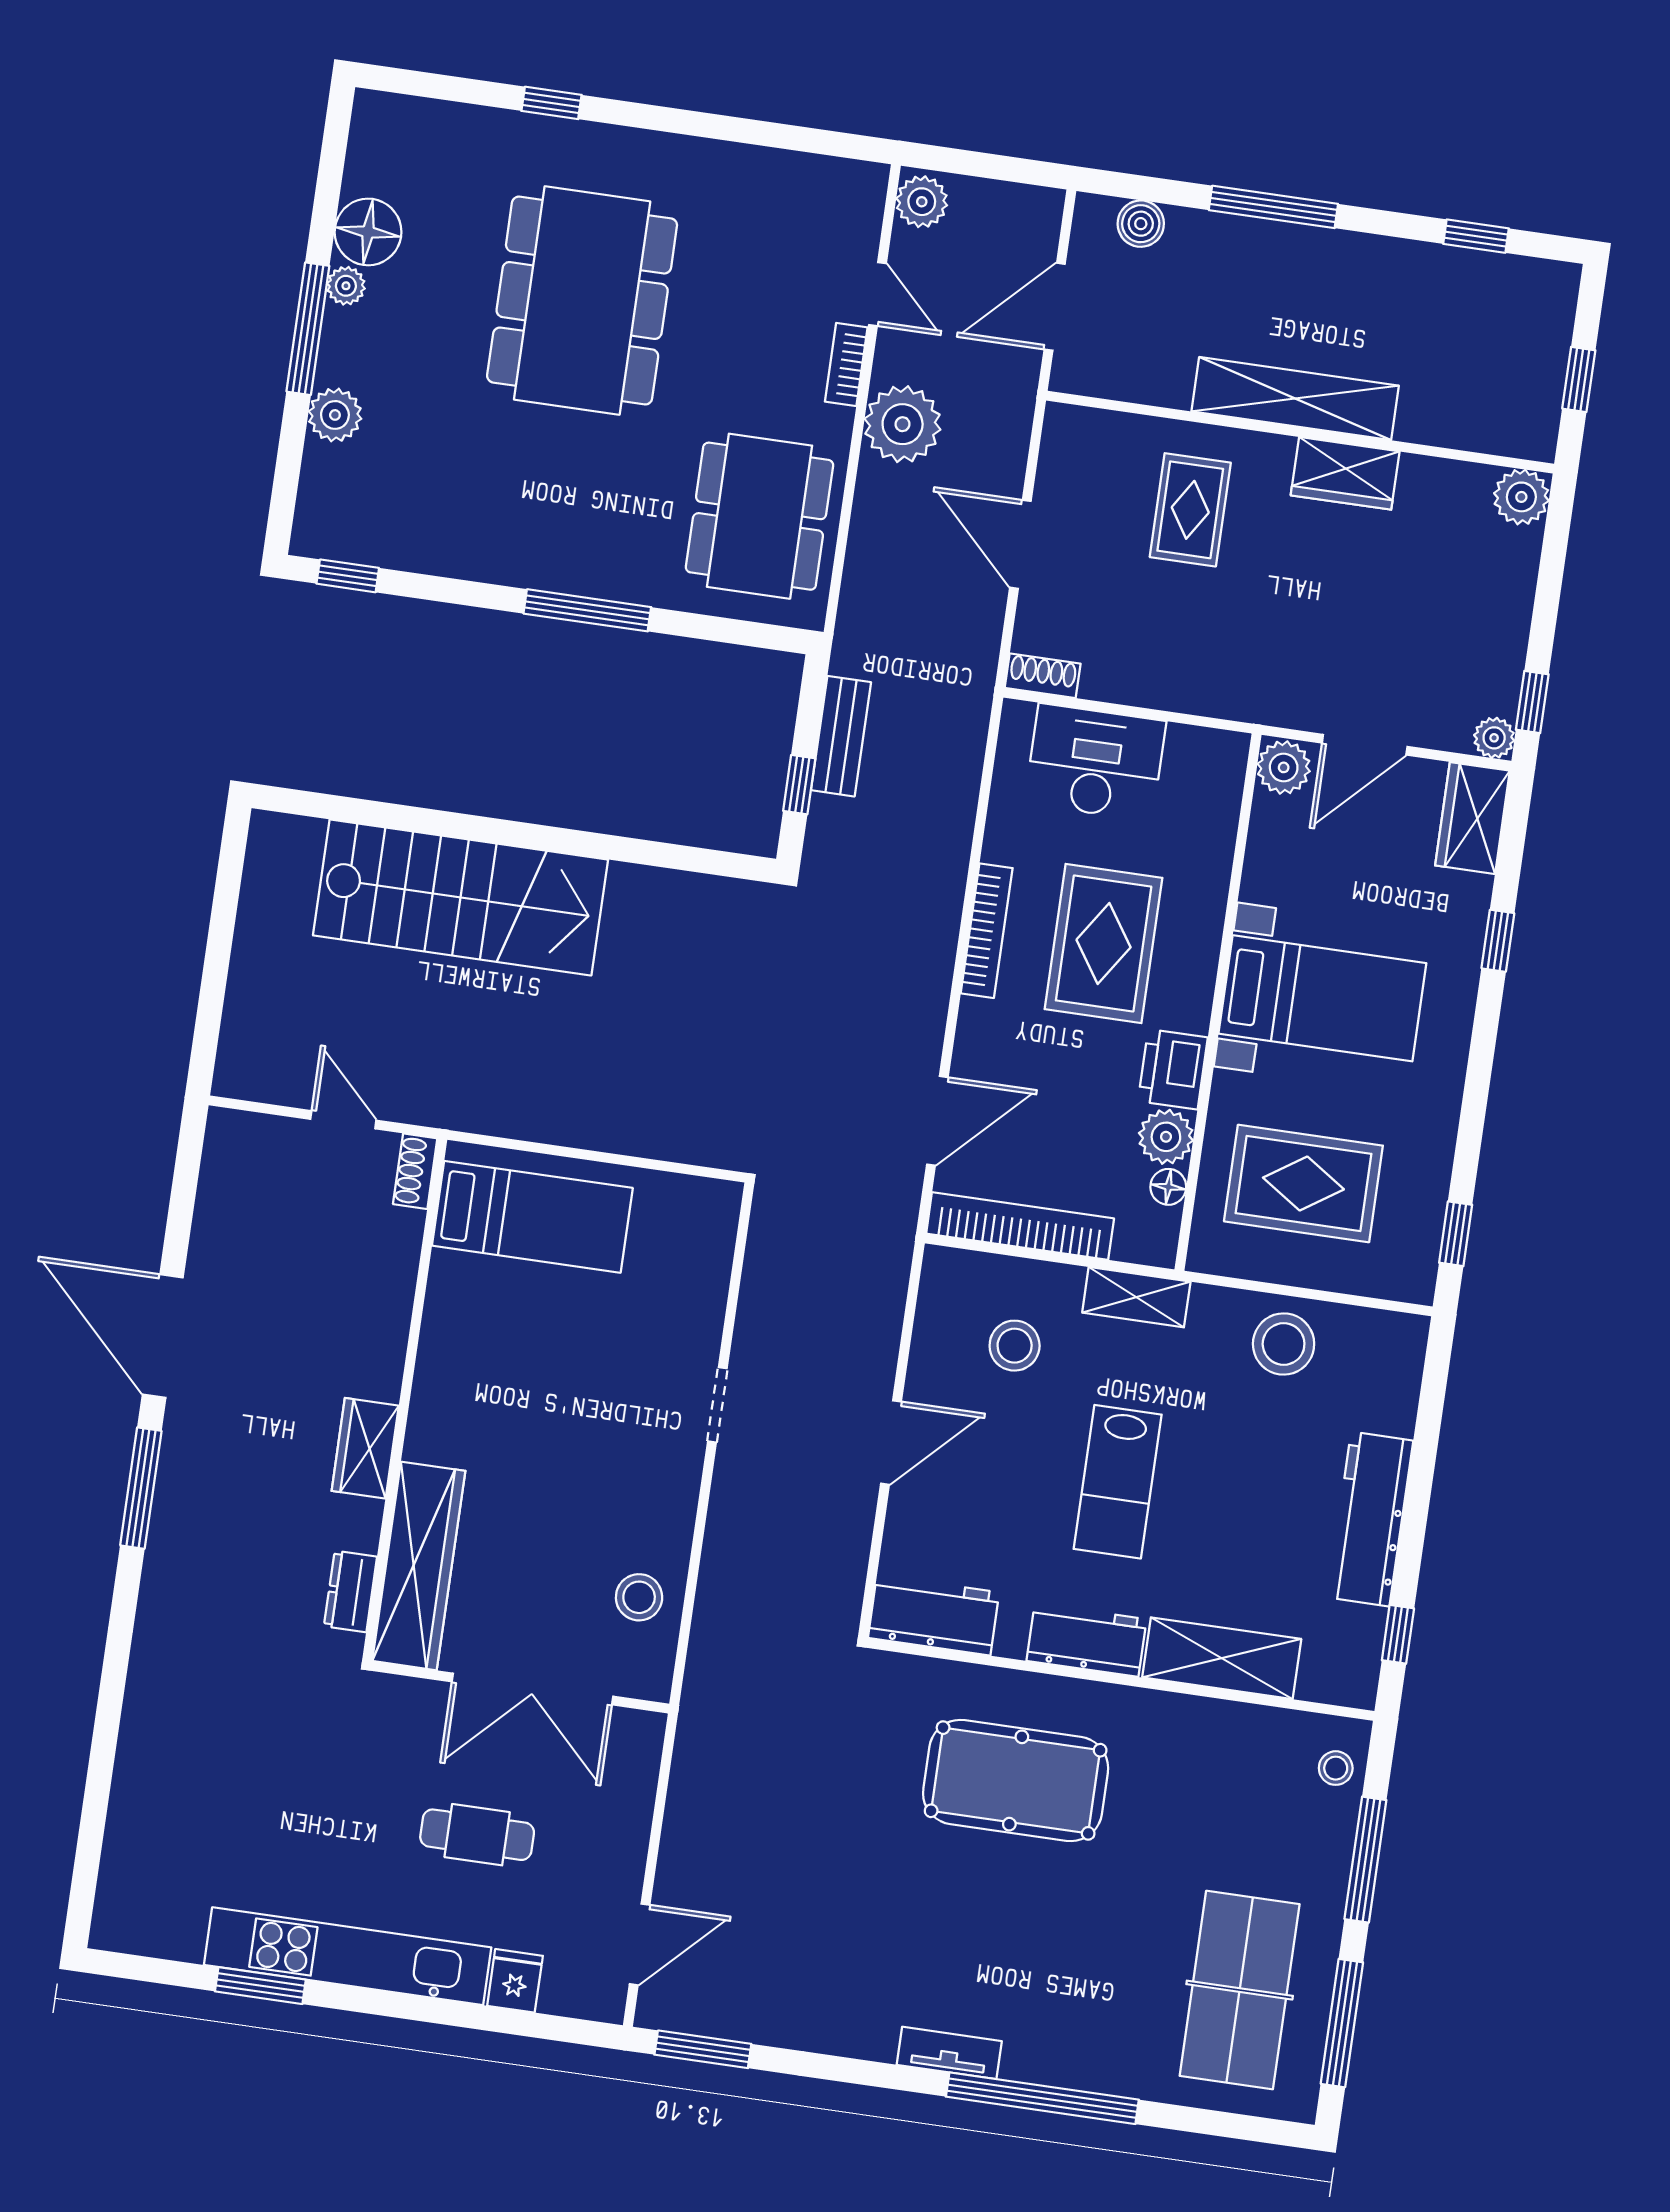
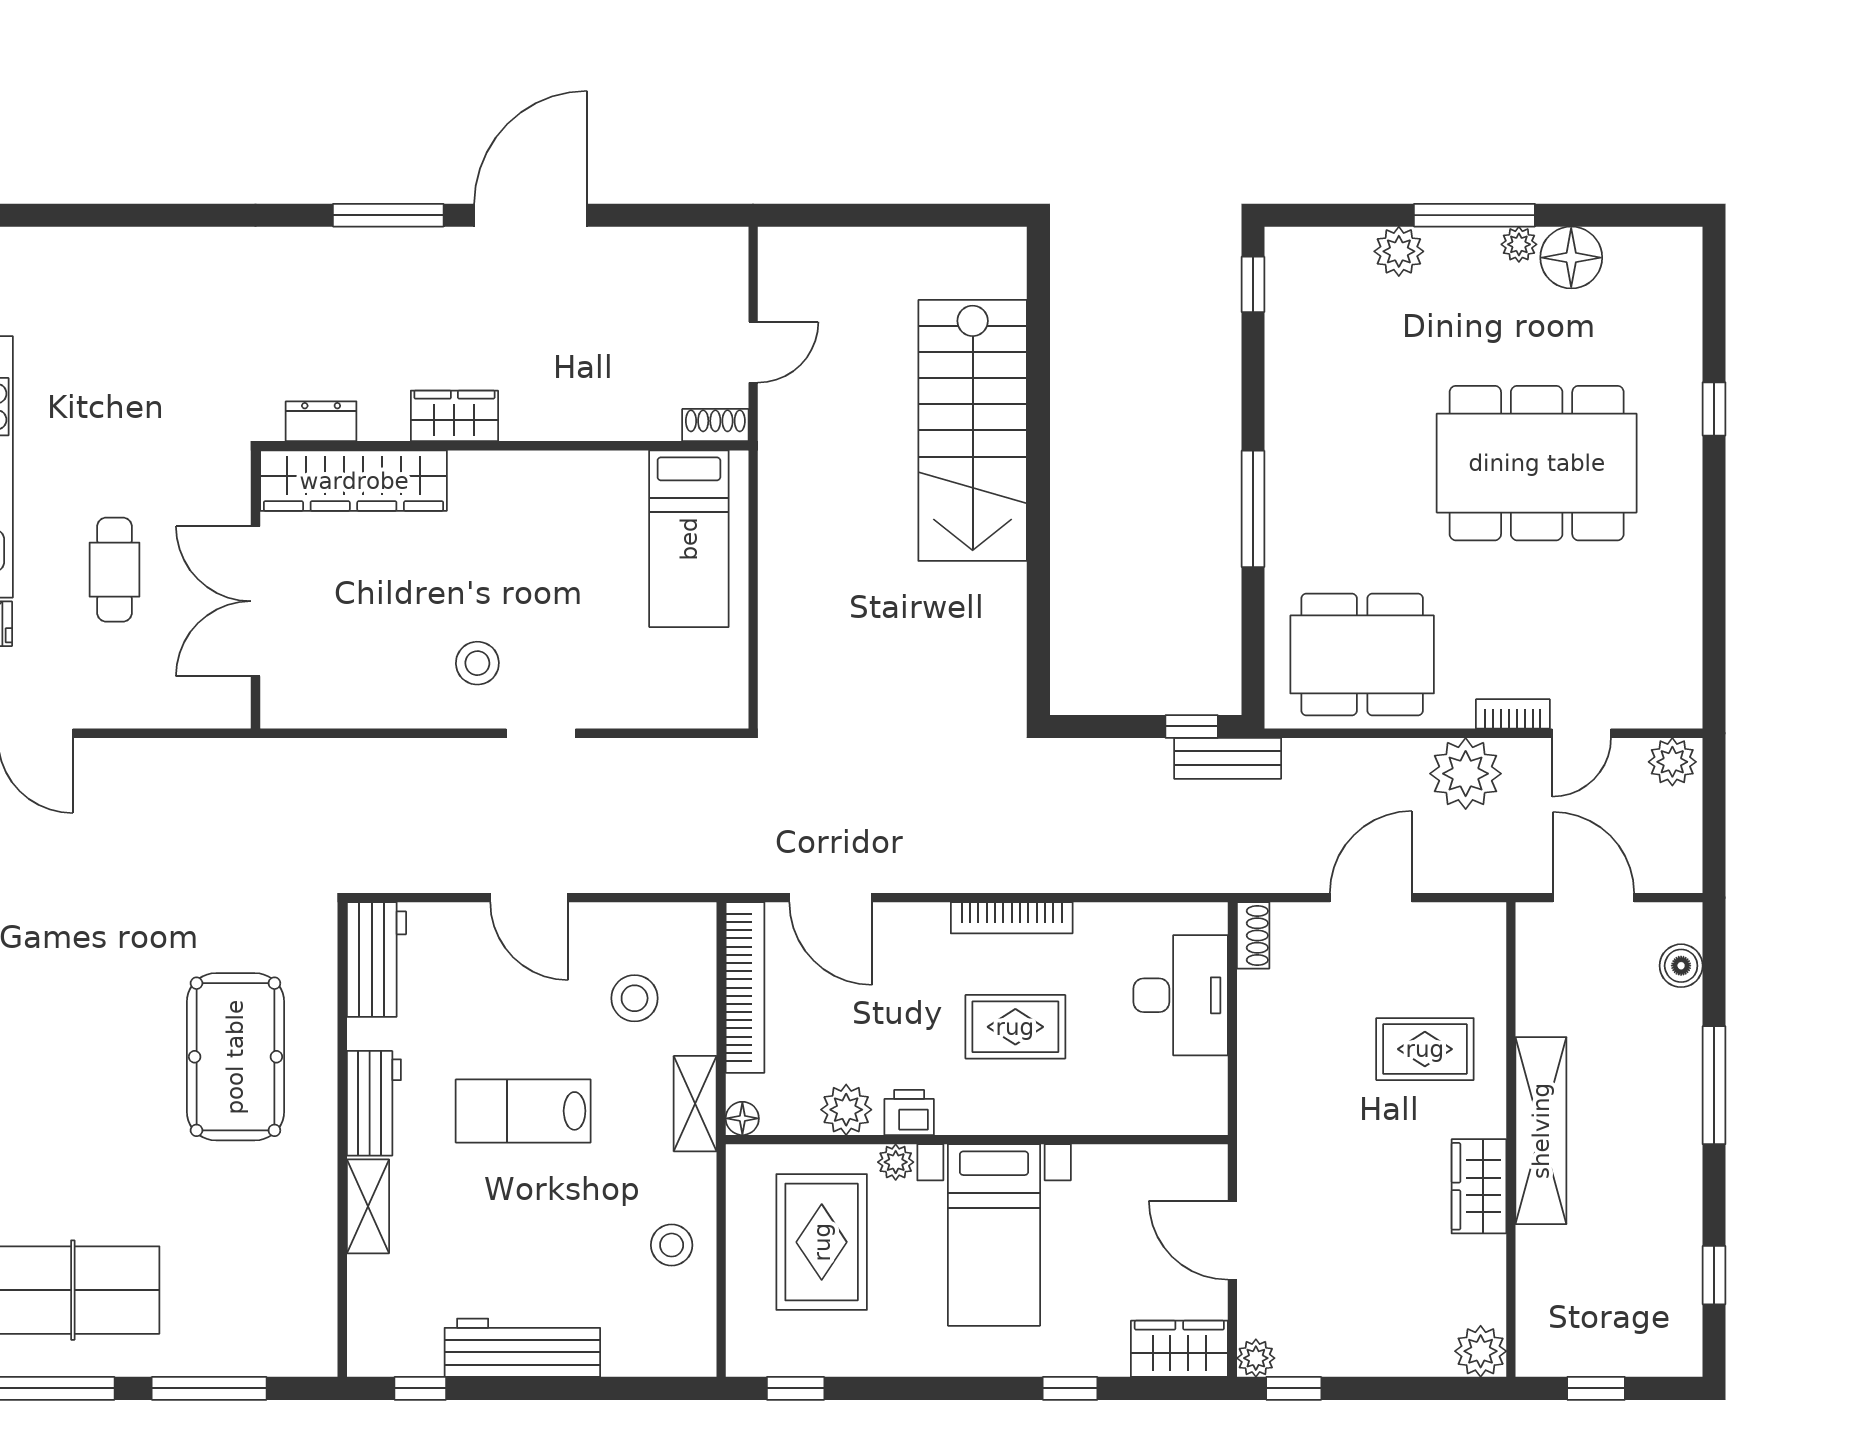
bench: (841, 736) -> (1228, 758), moved
plant: (1284, 767) -> (896, 1162), moved, width x0.73, depth x0.73
window: (799, 785) -> (1192, 726), moved
rug: (1104, 944) -> (1015, 1027), width x0.73, depth x0.70
printer: (1173, 1069) -> (909, 1112), width x0.73, depth x0.81
floor lamp: (1168, 1187) -> (742, 1118), moved
stool: (1284, 1344) -> (672, 1245), width x0.73, depth x0.73
stool: (639, 1597) -> (477, 663), moved
shelving: (1222, 1658) -> (368, 1206), width x0.67, depth x0.75
stool: (1336, 1768) -> (289, 1349), removed

